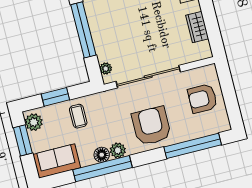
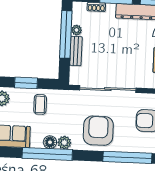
bench: (100, 45) -> (76, 51), added
plant: (106, 69) -> (76, 30), moved

